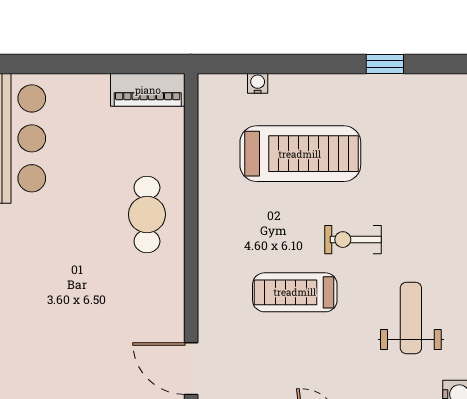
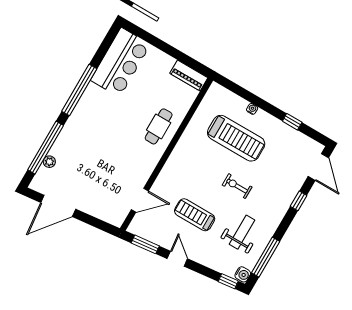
water cooler: (258, 83) -> (252, 109), moved
treadmill: (295, 292) -> (195, 215), moved
door: (191, 369) -> (140, 200), swing flipped

